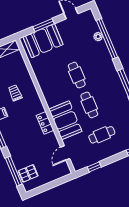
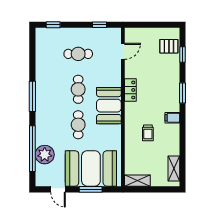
plant: (98, 37) -> (45, 155), width x1.88, depth x1.88
booth: (43, 41) -> (91, 168), width x1.36, depth x1.42
booth: (65, 120) -> (109, 106), moved
window: (14, 171) -> (183, 55), width x0.46

